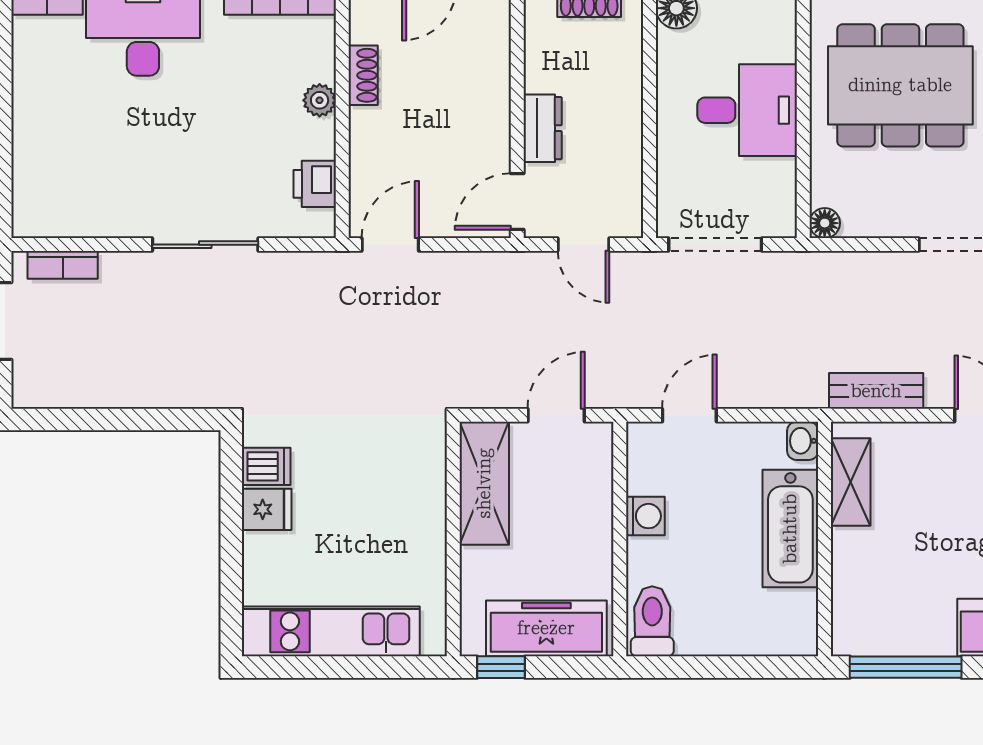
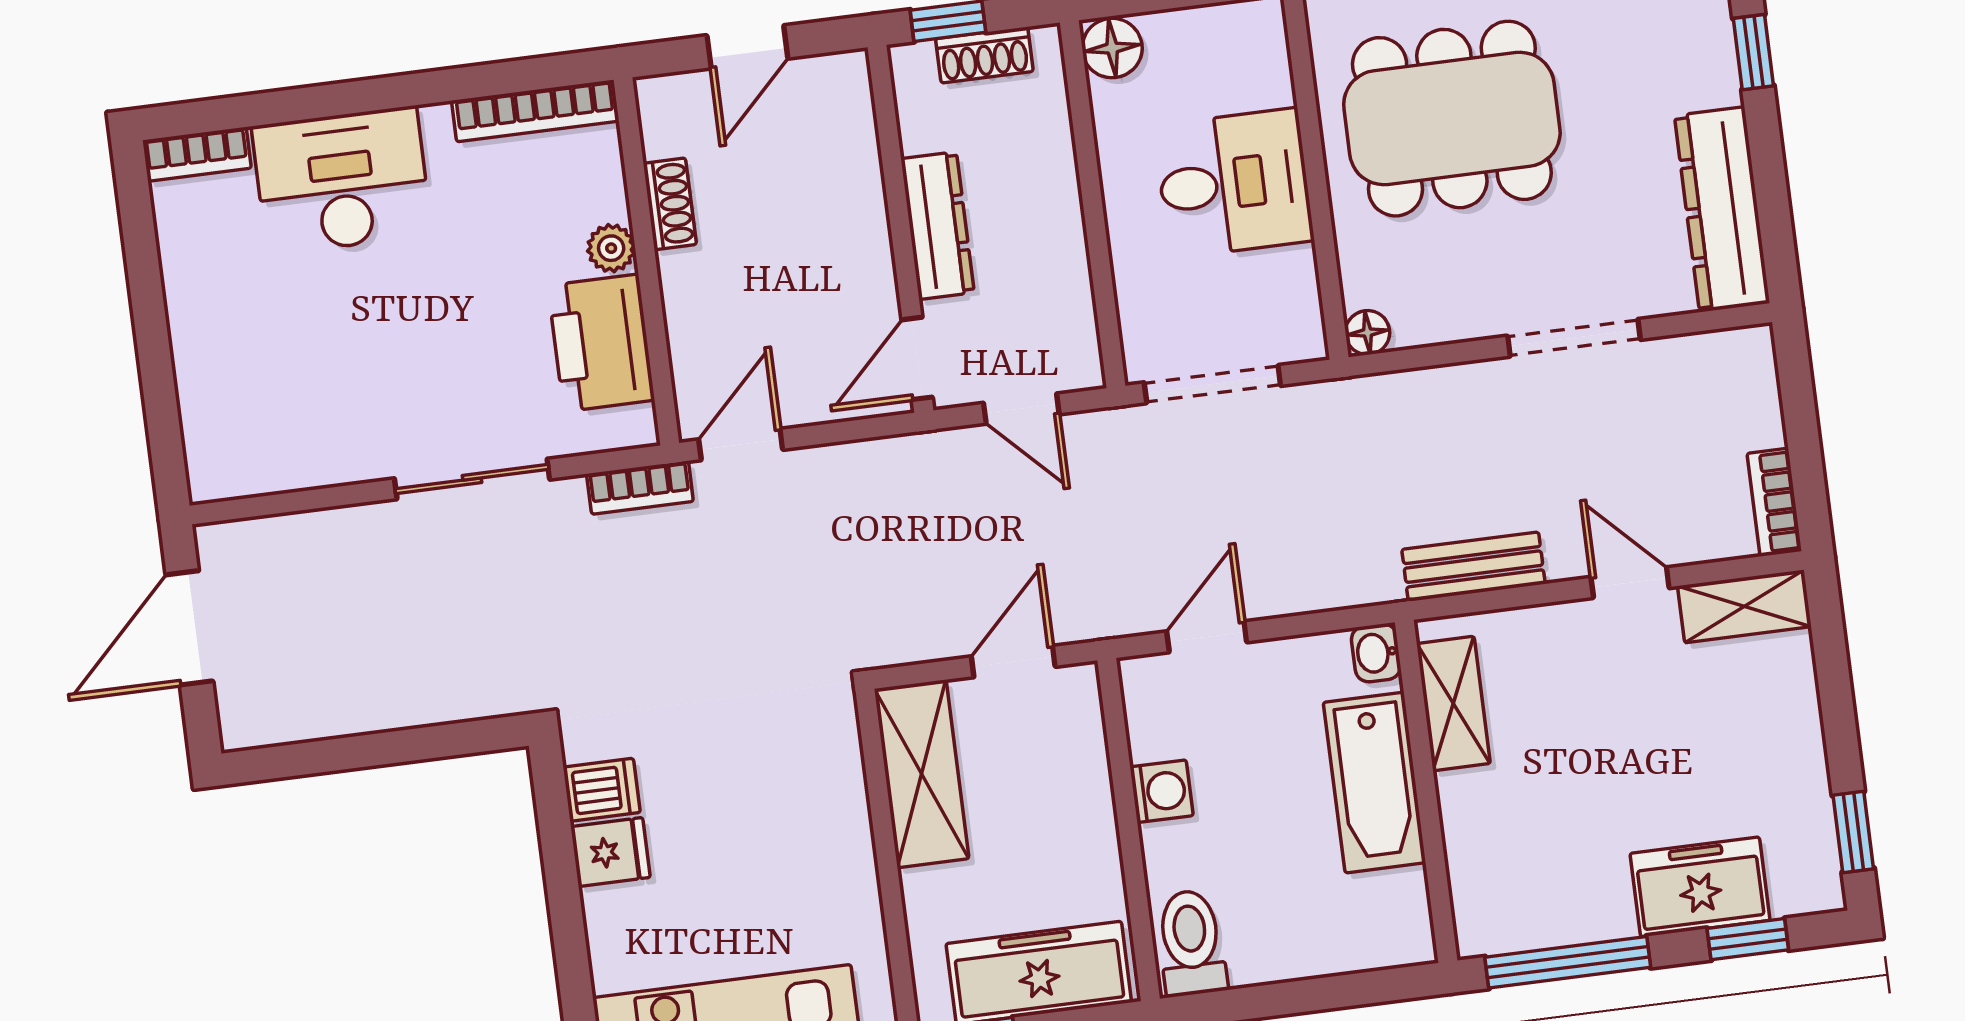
dresser: (543, 128) -> (938, 226), width x1.44
printer: (315, 184) -> (601, 343), width x1.87, depth x1.48
bookcase: (63, 265) -> (640, 488), moved

